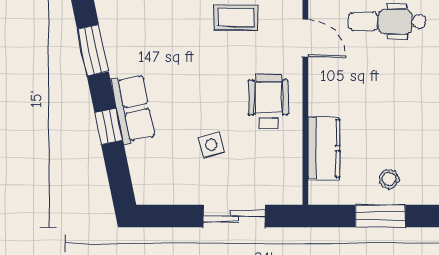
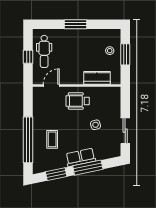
coffee table: (236, 18) -> (52, 139), moved
window: (109, 126) -> (88, 168), width x2.17
sliding door: (234, 216) -> (125, 131), moved

